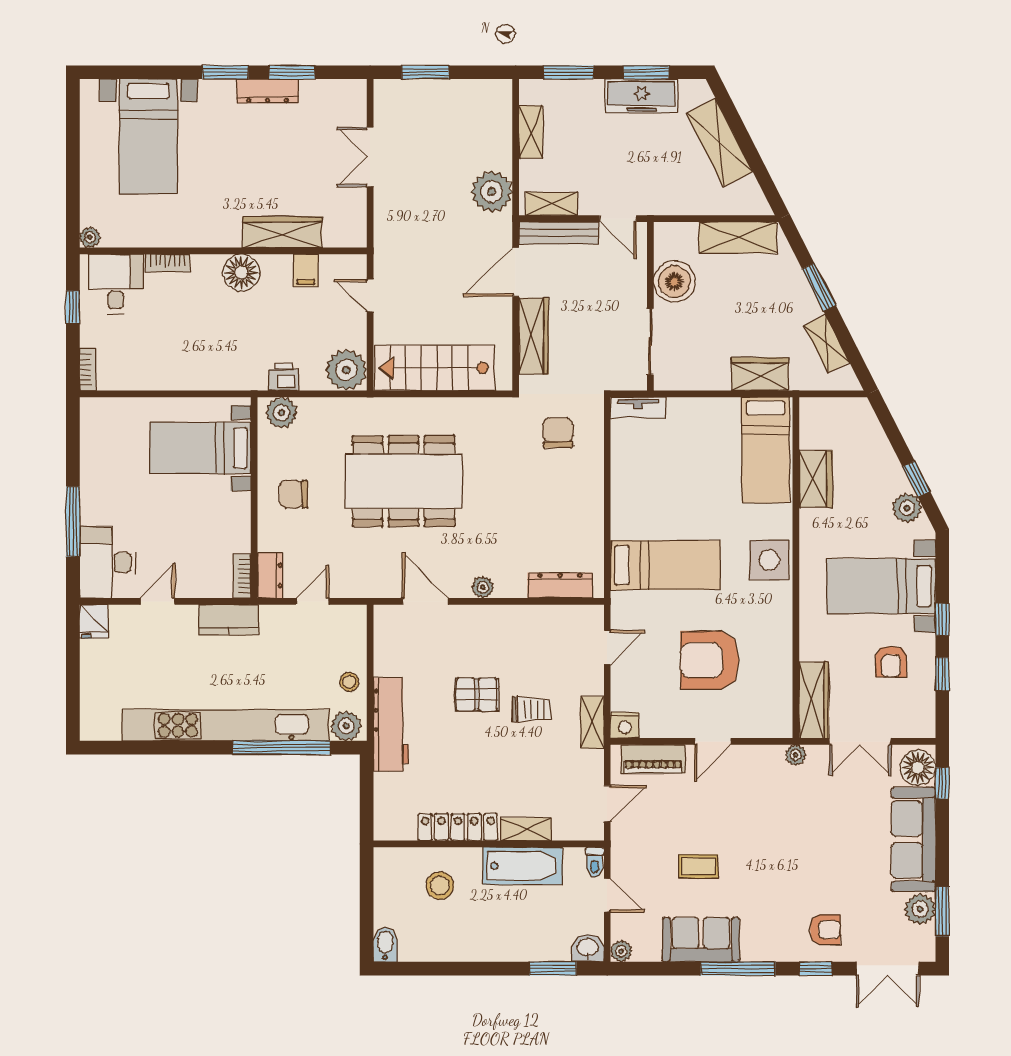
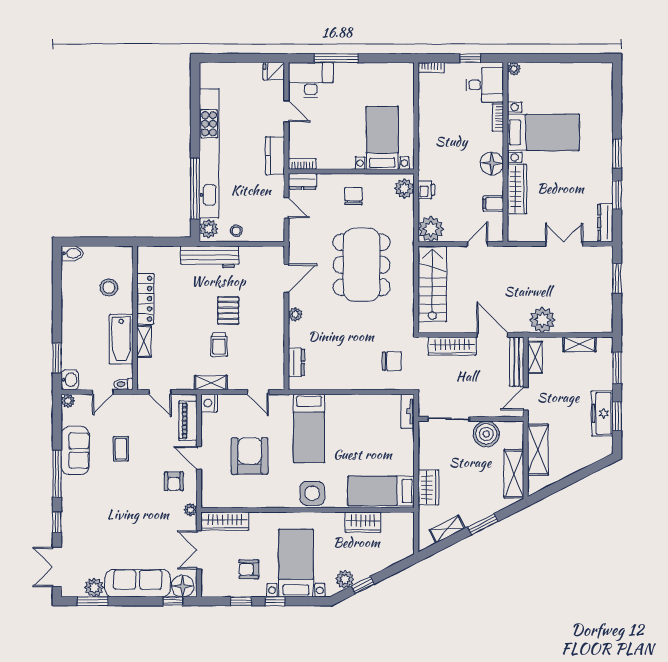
dresser: (268, 91) -> (605, 223), moved
bed with nightstands: (148, 137) -> (543, 132), moved, turned 180
shelving: (720, 142) -> (538, 450), moved, turned -63
dresser: (560, 585) -> (296, 362), width x0.70
armchair: (825, 930) -> (174, 481), moved

